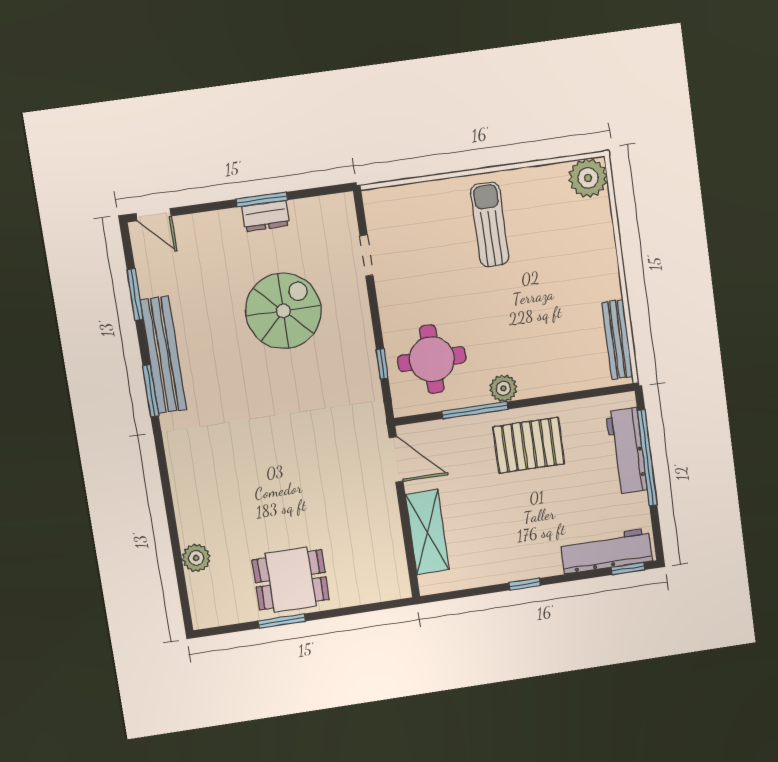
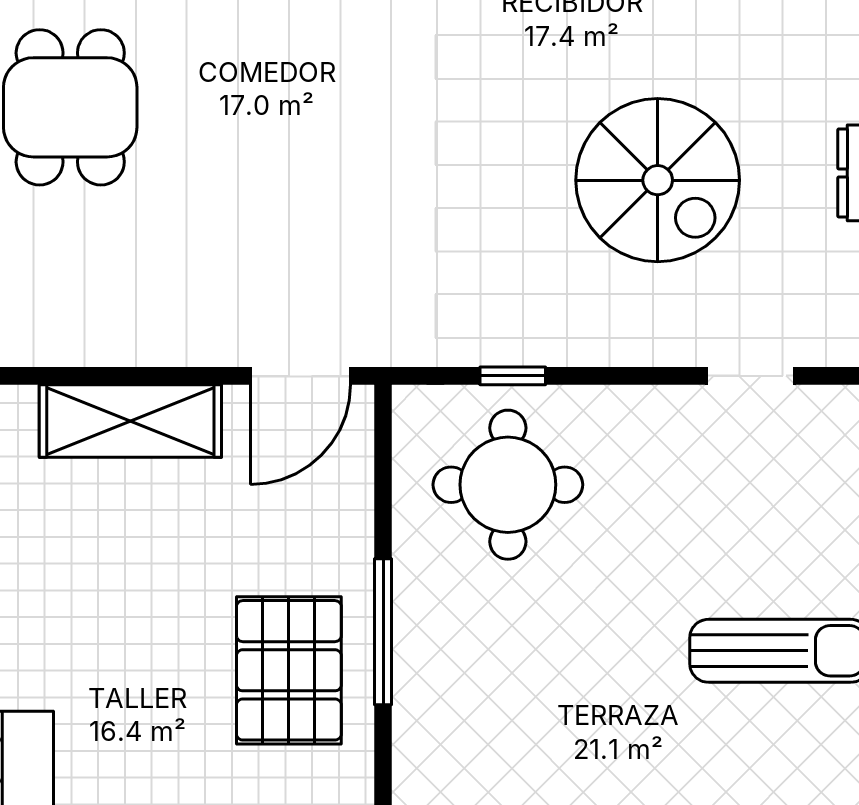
plant: (503, 388) -> (422, 632), removed
window: (475, 410) -> (383, 632), moved

